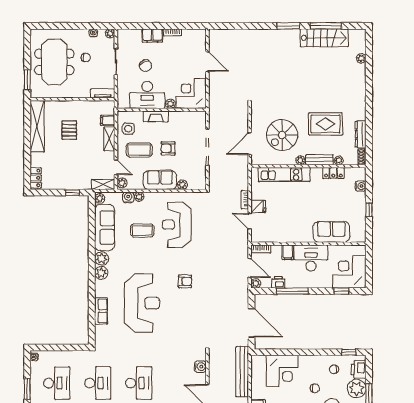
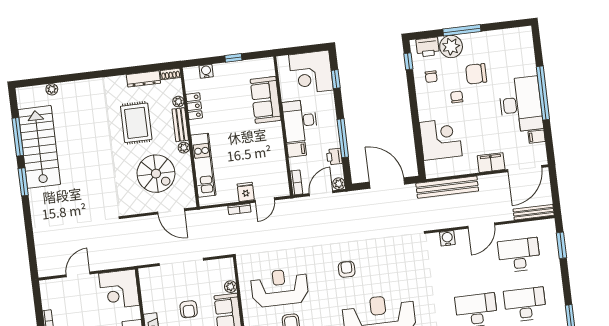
stairs: (324, 38) -> (39, 147), width x1.36, depth x1.51
plant: (170, 104) -> (135, 313), removed
reception desk: (177, 225) -> (280, 288), turned 180
door: (251, 323) -> (387, 183), hinge flipped

